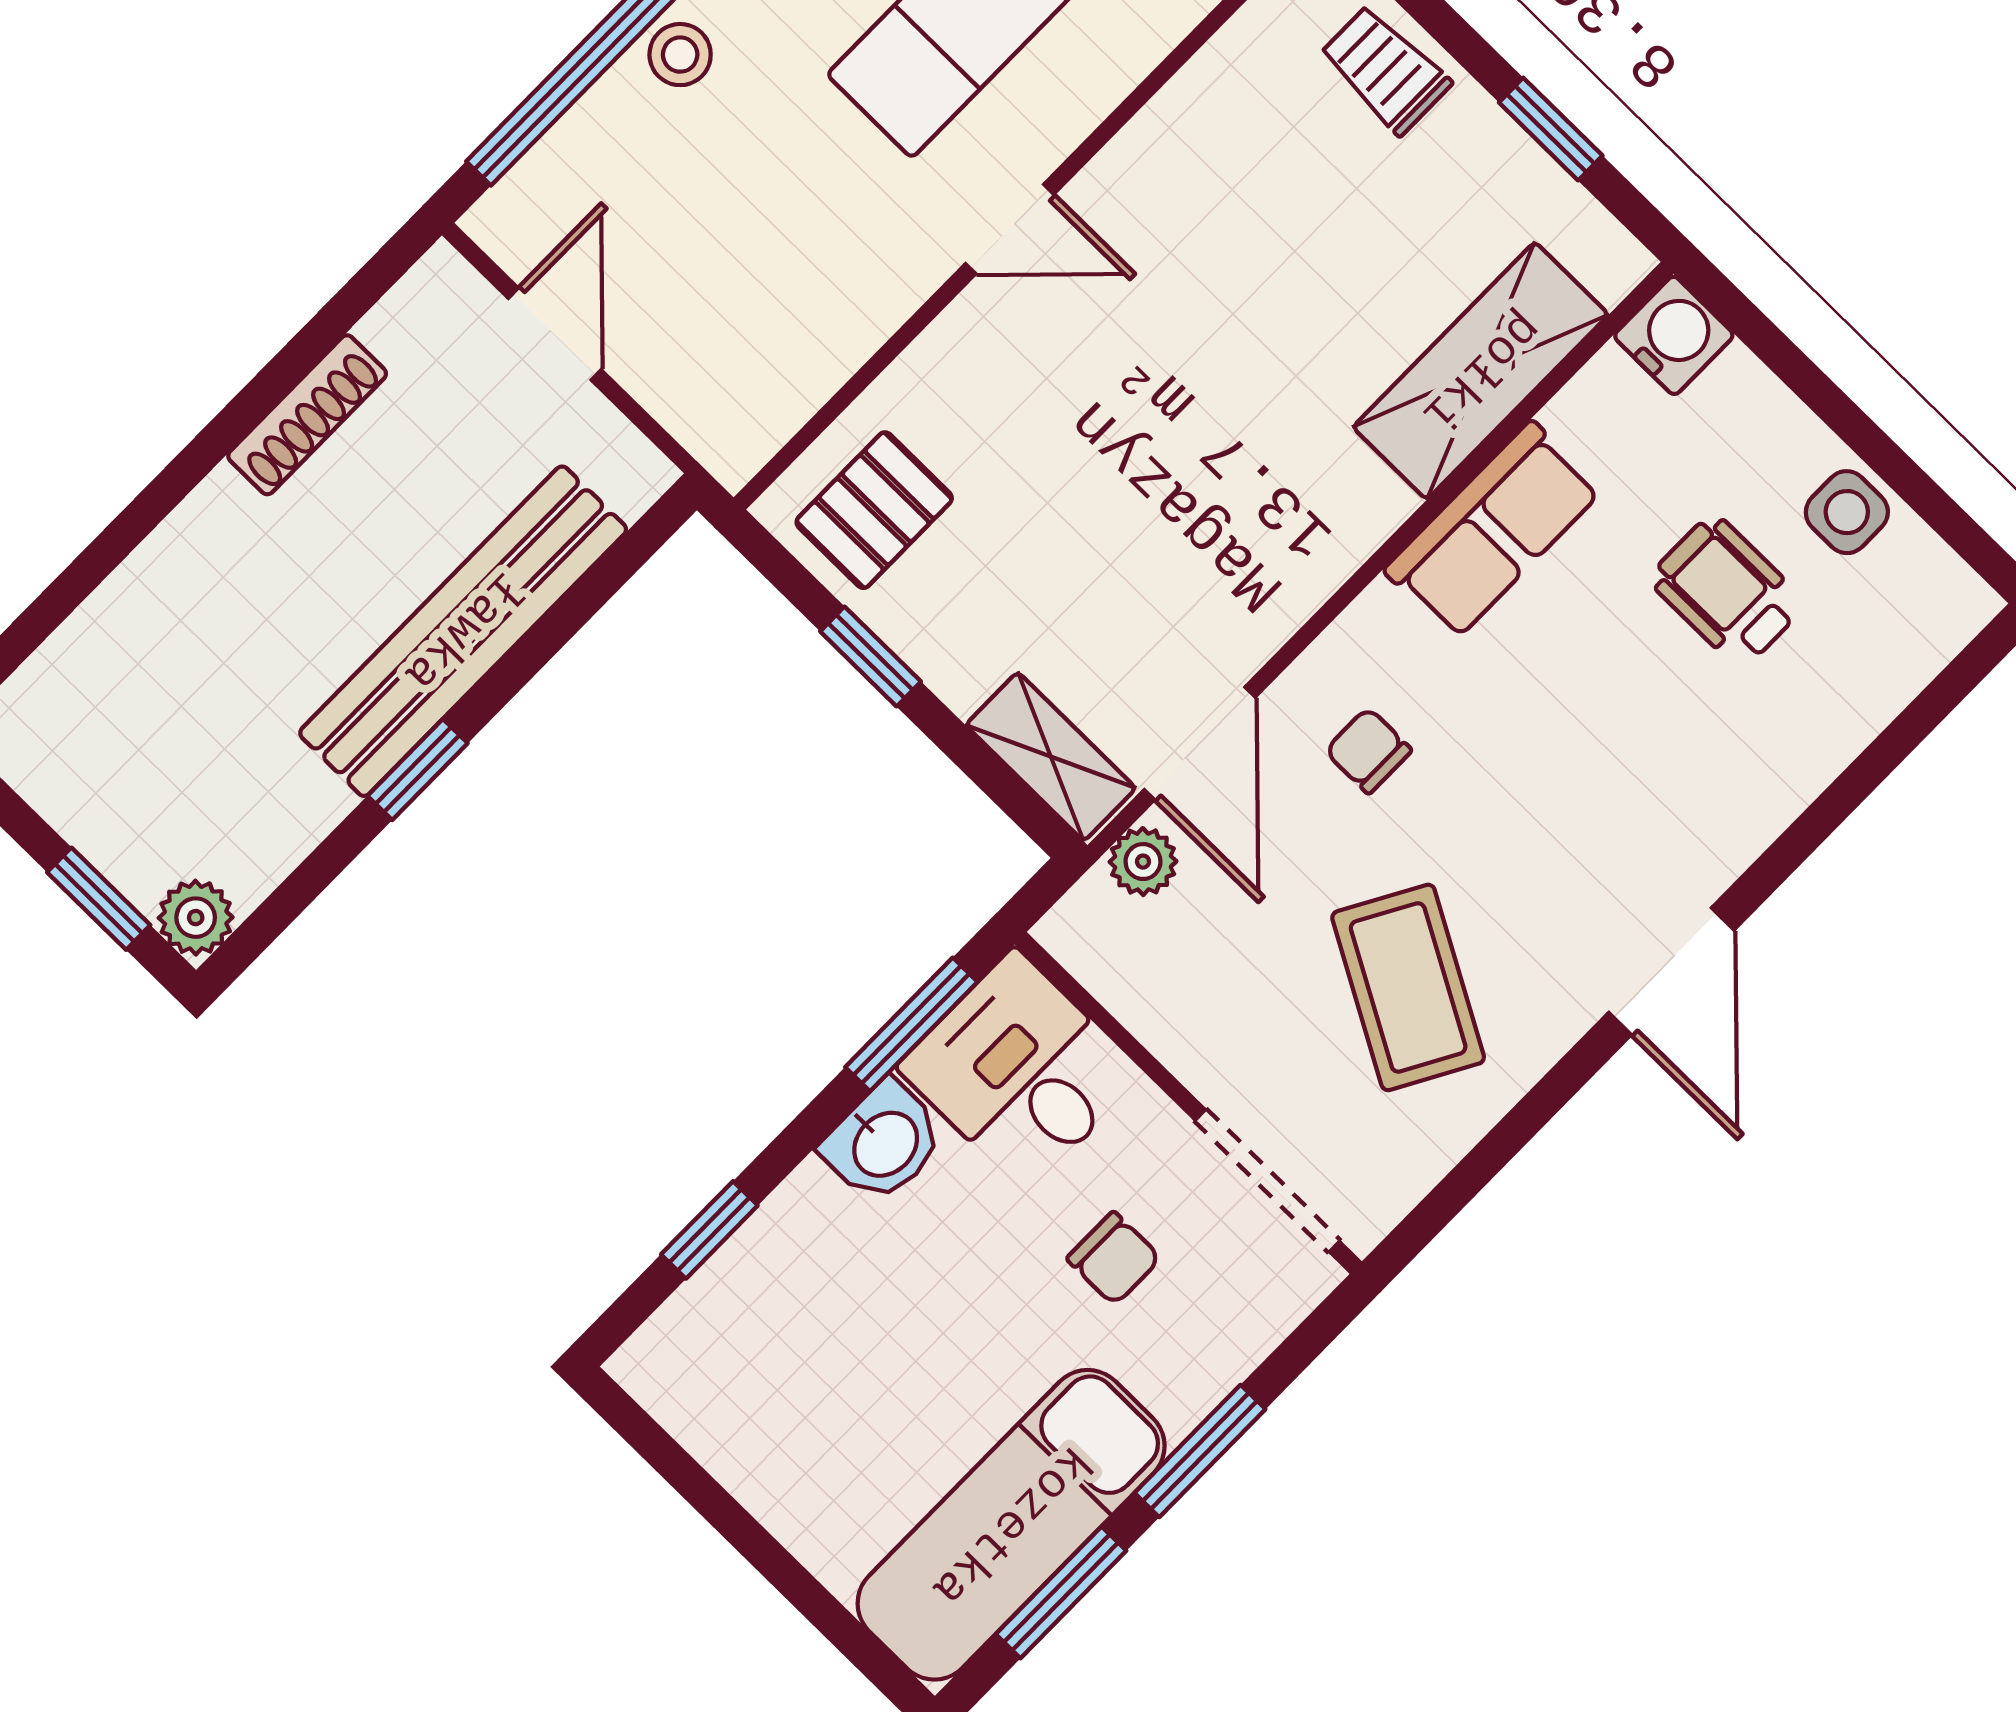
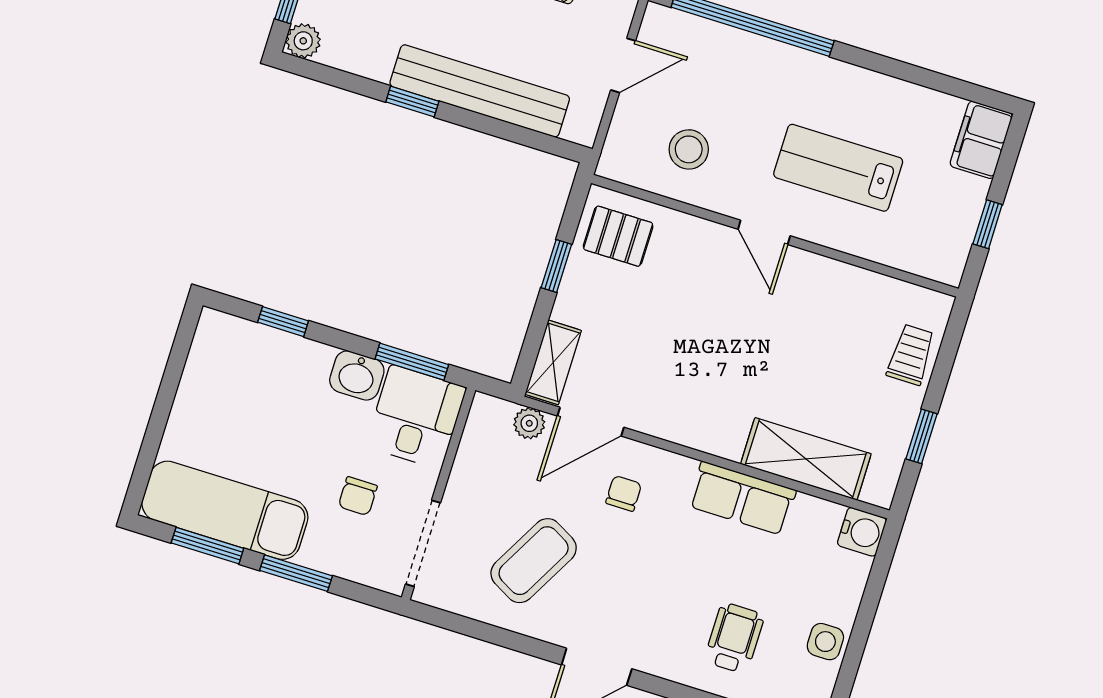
stool: (680, 55) -> (689, 149), moved, width x1.37, depth x1.37
wheelchair: (1727, 591) -> (734, 638), moved

